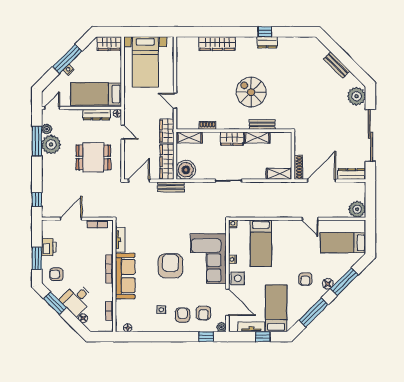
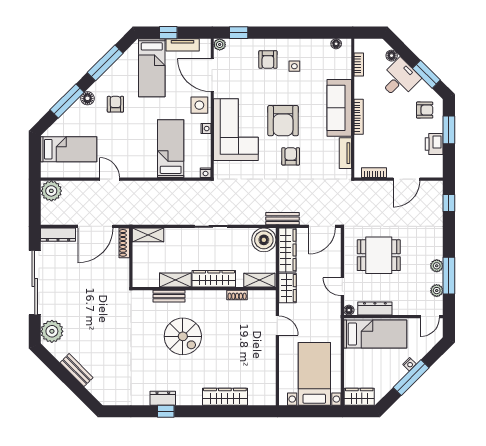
wardrobe: (232, 139) -> (214, 279), width x1.50
plant: (51, 144) -> (437, 266), width x0.53, depth x0.53
armchair: (203, 313) -> (291, 156), moved

